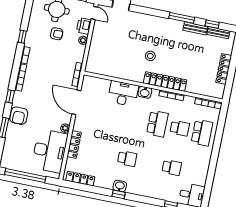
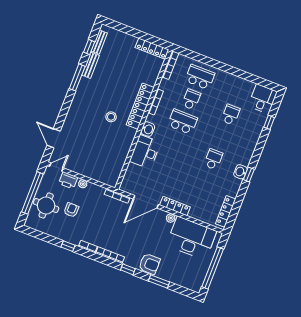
locker: (224, 69) -> (152, 49), moved
locker: (74, 145) -> (175, 206), moved

